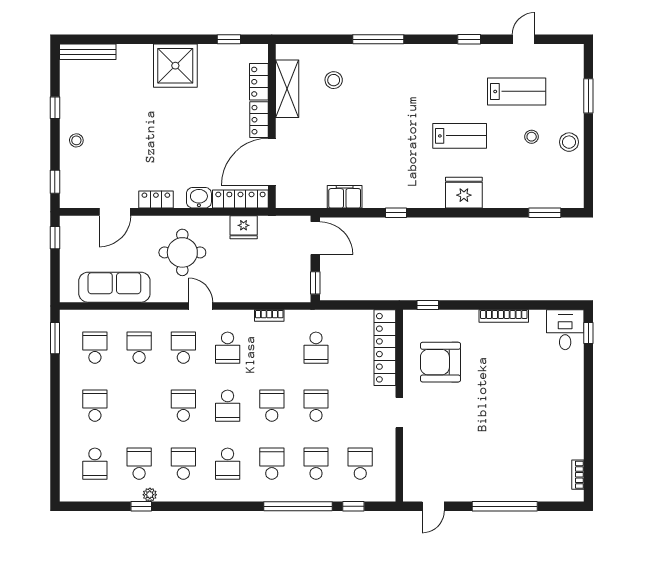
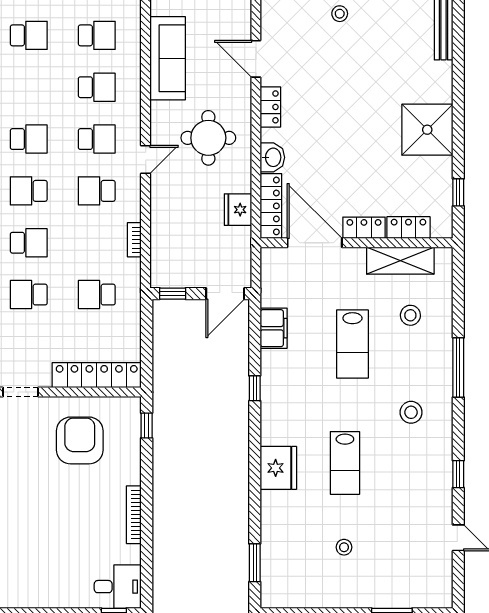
lab bench: (517, 91) -> (352, 344), moved
stool: (569, 142) -> (411, 412), moved
school desk: (316, 406) -> (29, 295), turned 180

